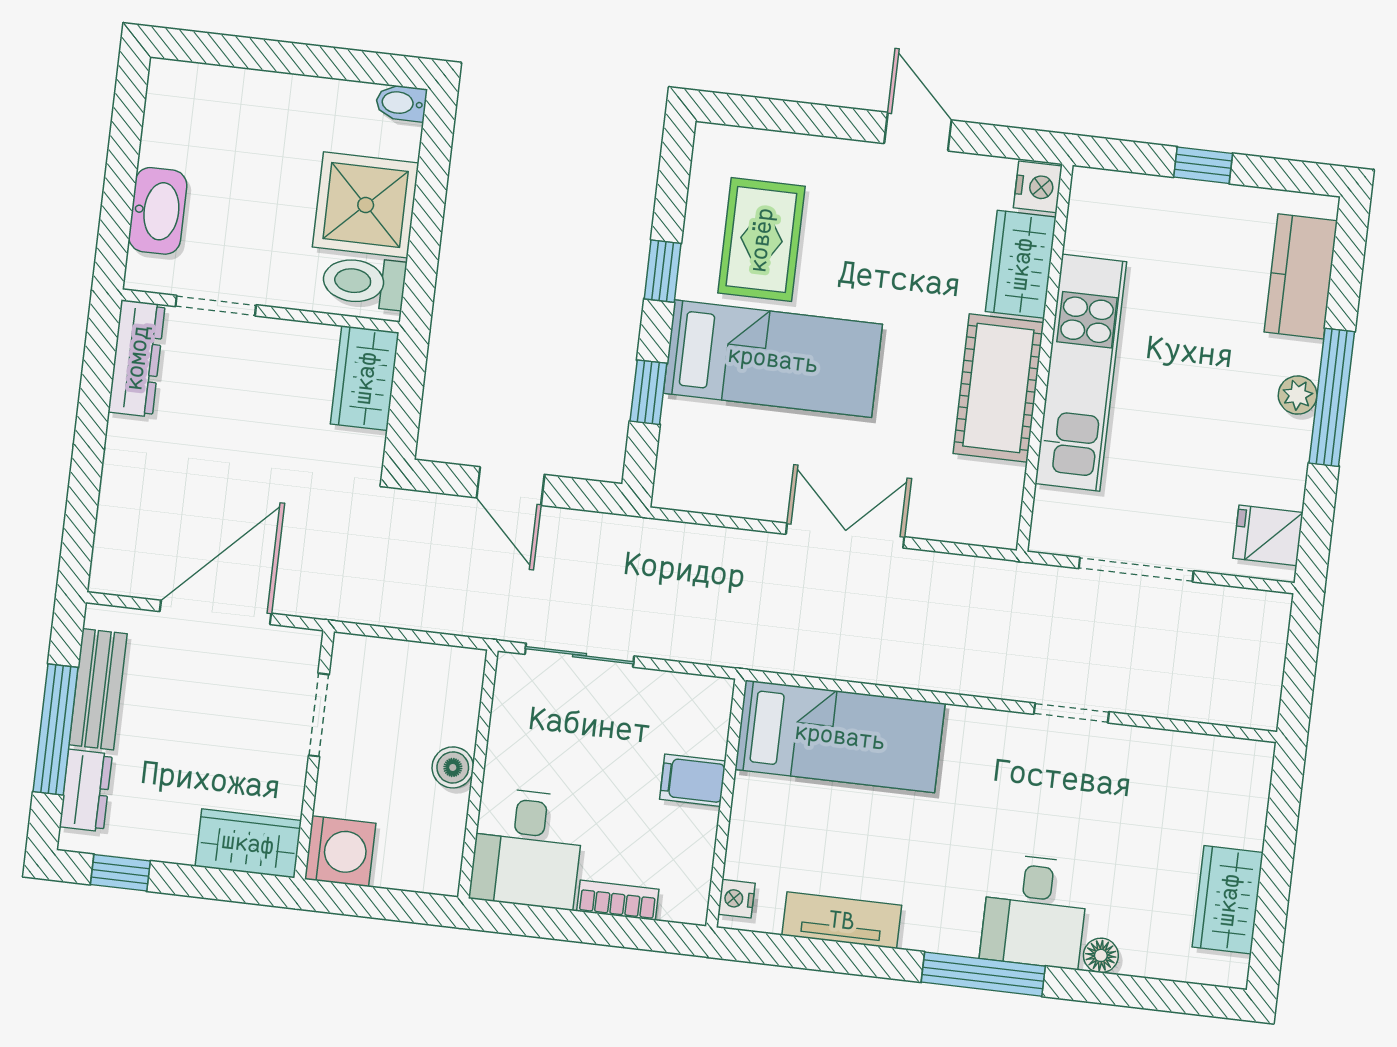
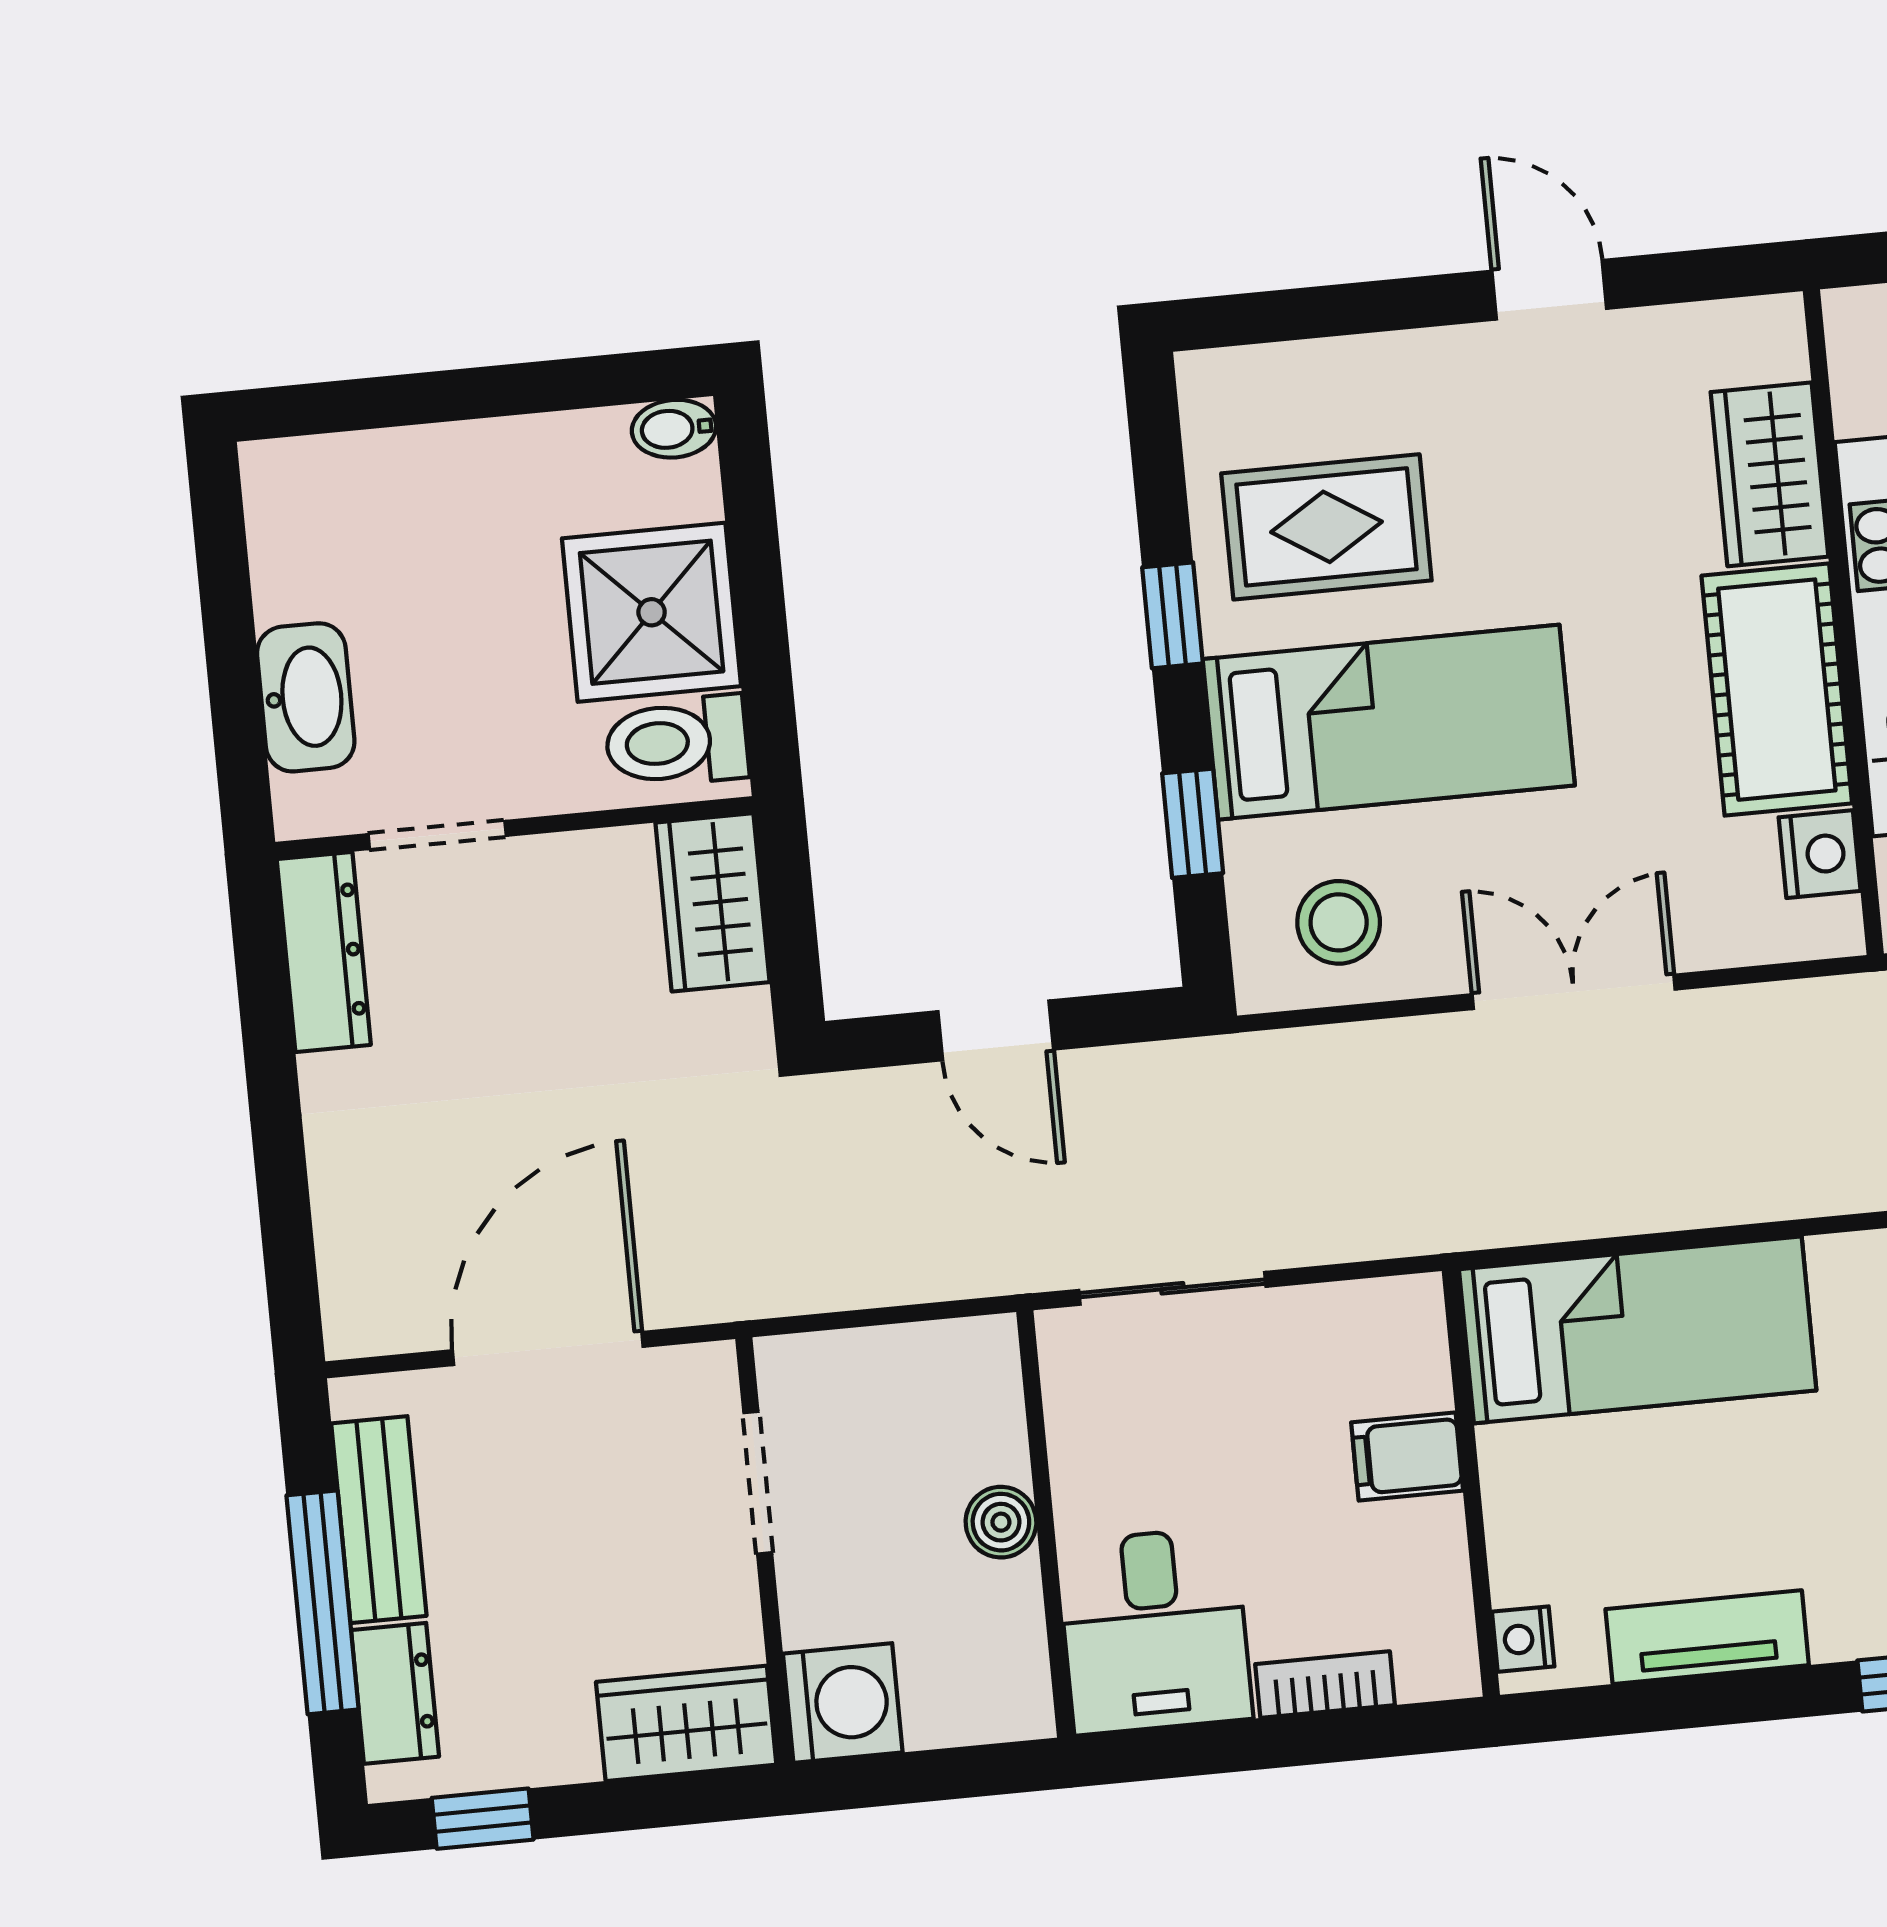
nightstand: (1038, 187) -> (1820, 854), moved
rug: (761, 240) -> (1326, 527), turned 90
stool: (720, 467) -> (1339, 922), added

